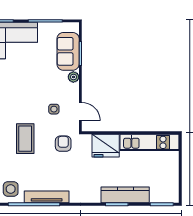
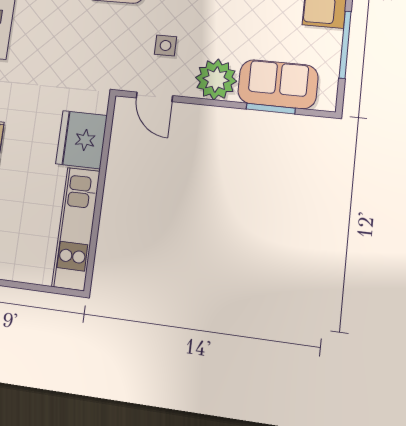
plant: (73, 77) -> (216, 79), width x1.87, depth x1.87
door: (80, 112) -> (154, 97), hinge flipped
armchair: (63, 144) -> (96, 57), removed

